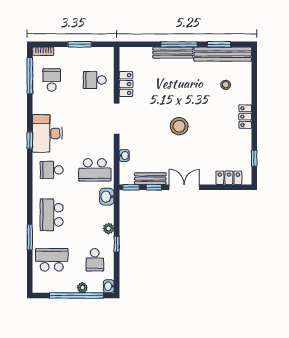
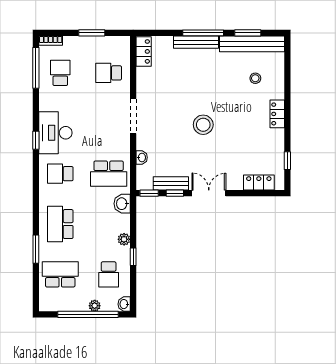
locker: (126, 84) -> (144, 51), moved

